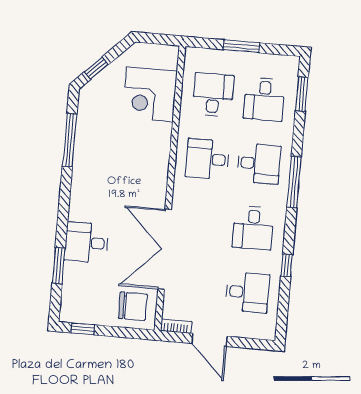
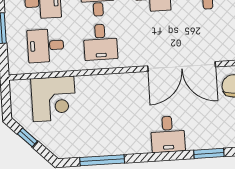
window: (96, 68) -> (27, 137), moved
desk: (86, 243) -> (168, 134), moved

